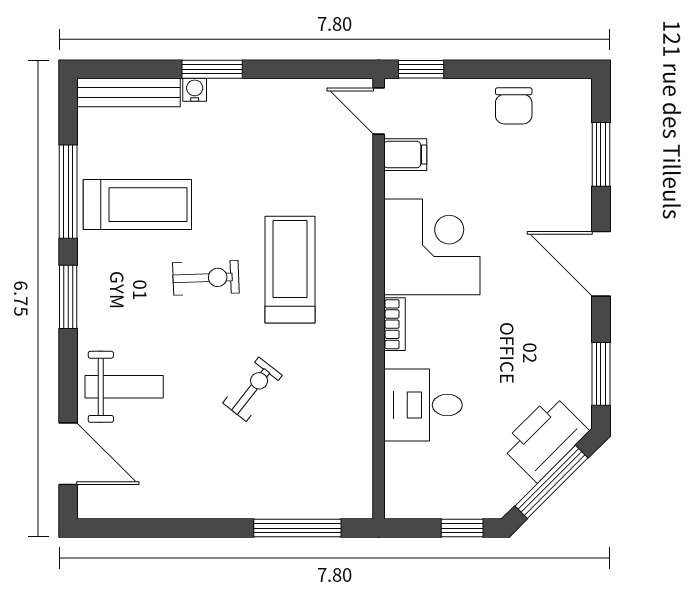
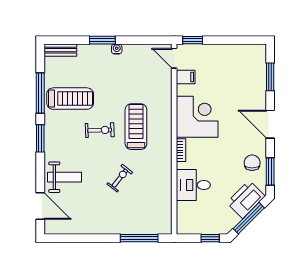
water cooler: (195, 90) -> (117, 49), moved
bench: (129, 93) -> (60, 50), width x0.73
chair: (514, 106) -> (252, 163), moved, turned 180

